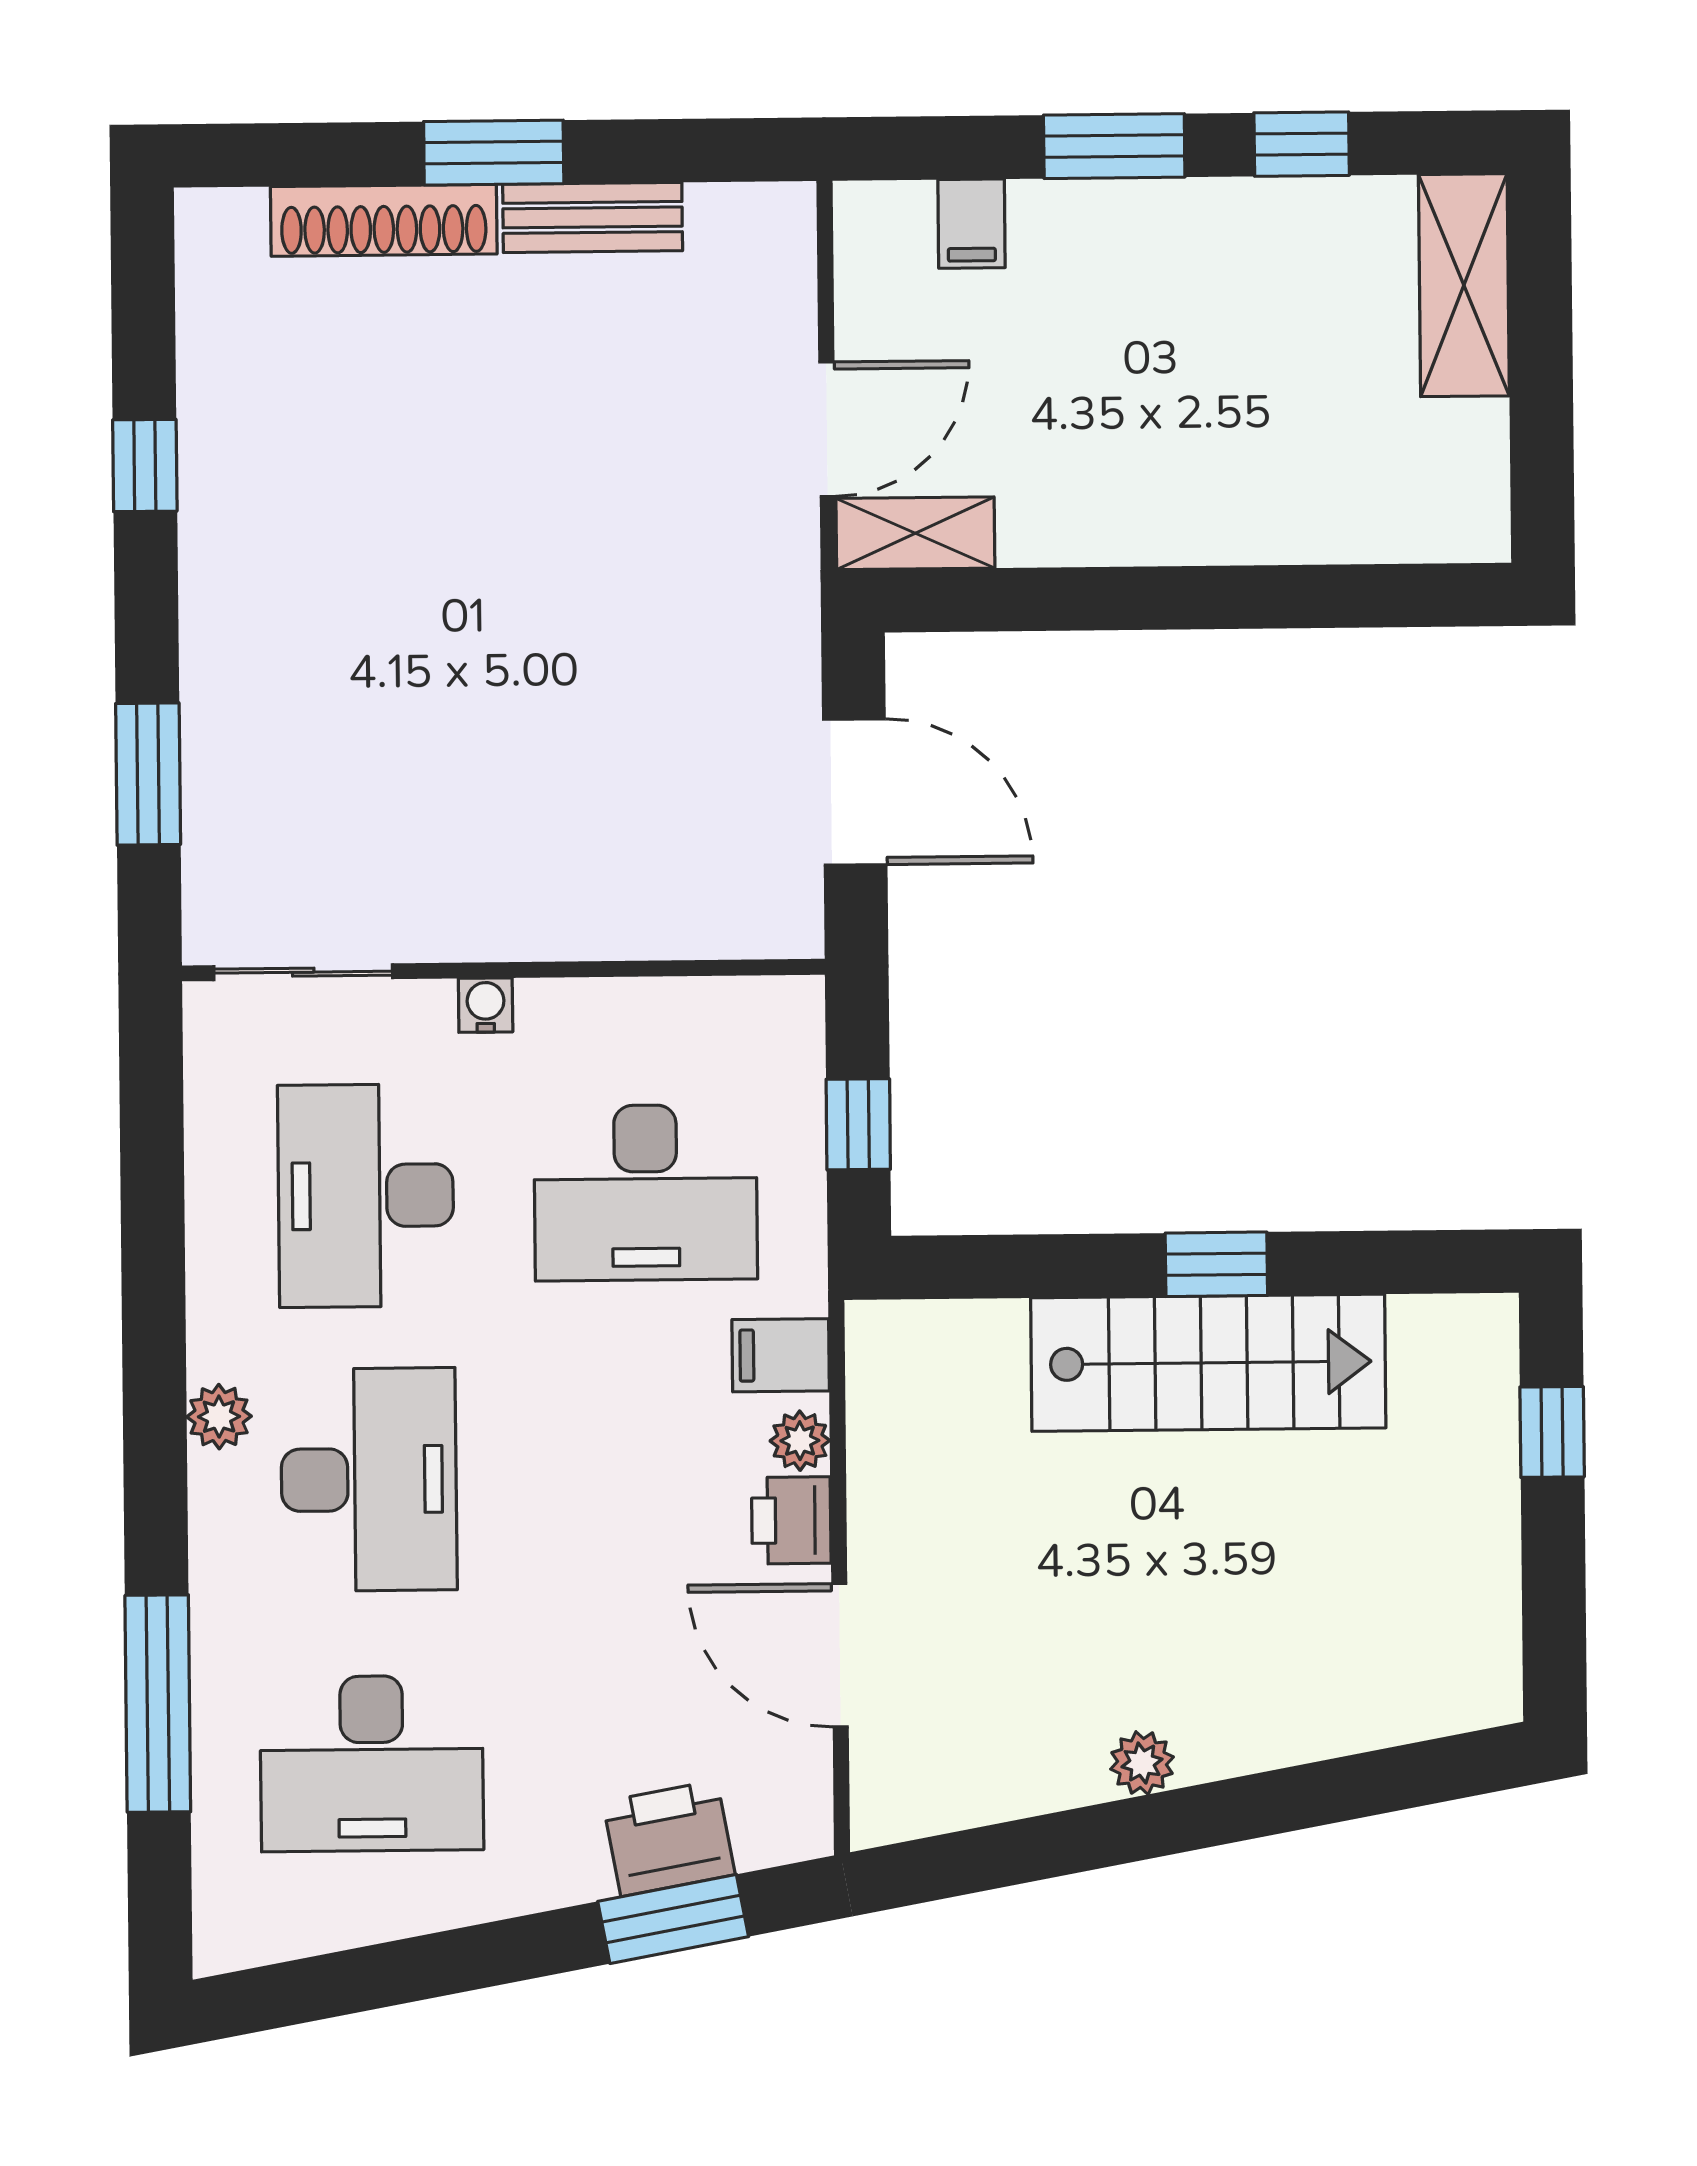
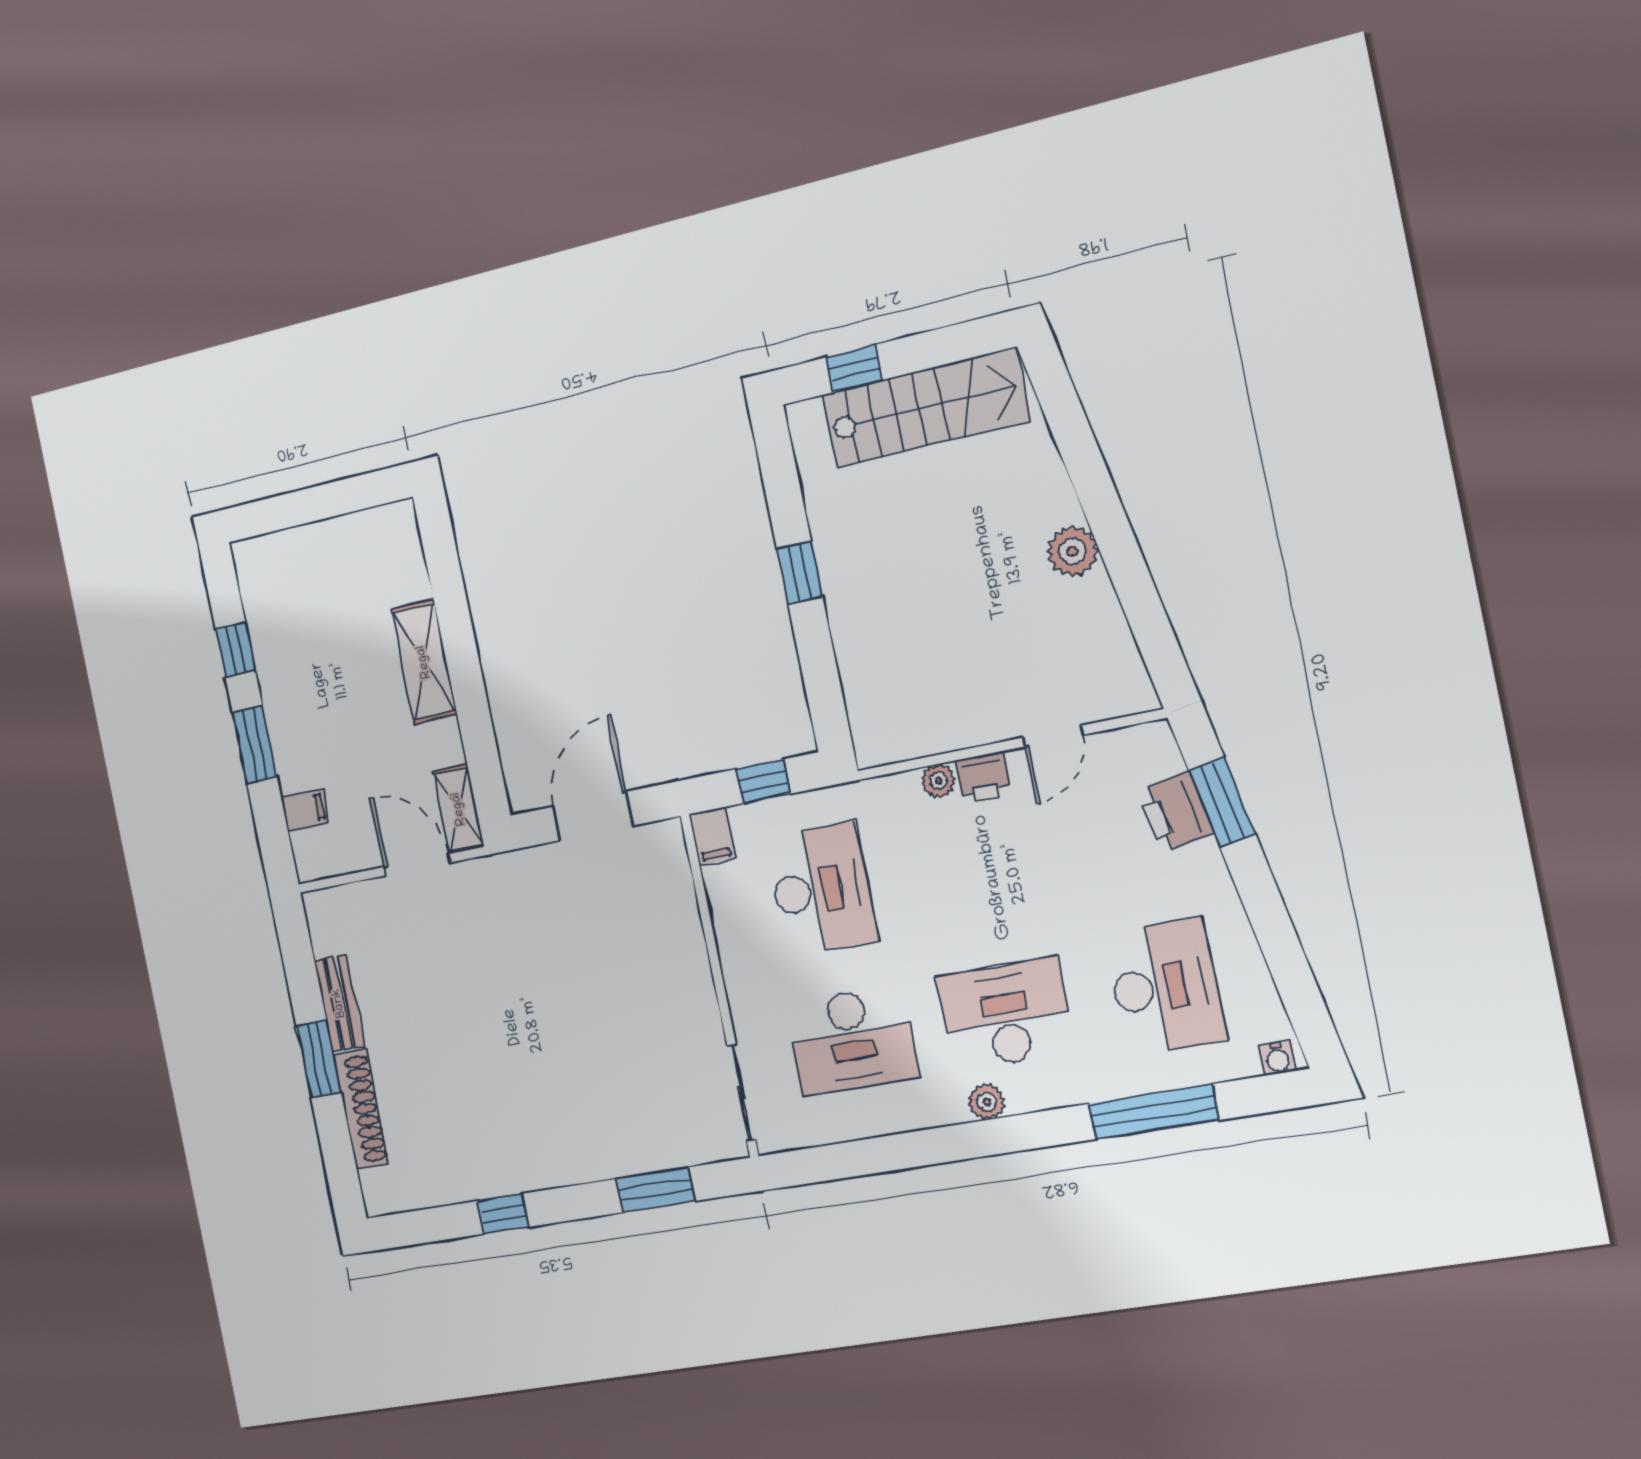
shelving: (1464, 285) -> (424, 662), moved, turned 90
water cooler: (486, 1005) -> (1278, 1058), moved, turned -90
filing cabinet: (781, 1355) -> (713, 836), moved
stairs: (1208, 1363) -> (926, 408), moved, turned 90
door: (840, 1655) -> (1053, 736), width x0.73
plant: (1142, 1763) -> (1072, 551), width x1.38, depth x1.38

